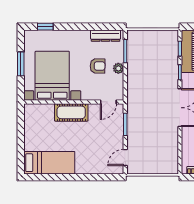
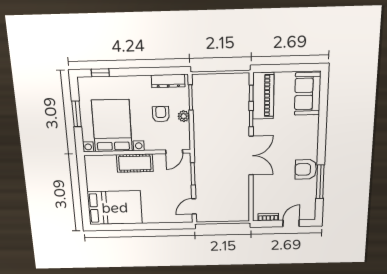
armchair: (98, 66) -> (161, 114), turned -91
bed: (49, 163) -> (115, 208), width x1.50

